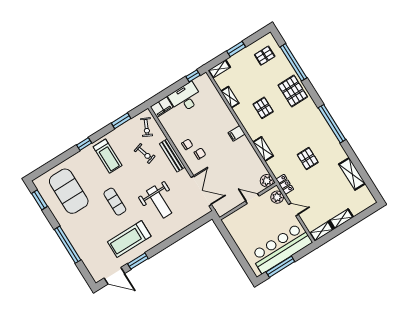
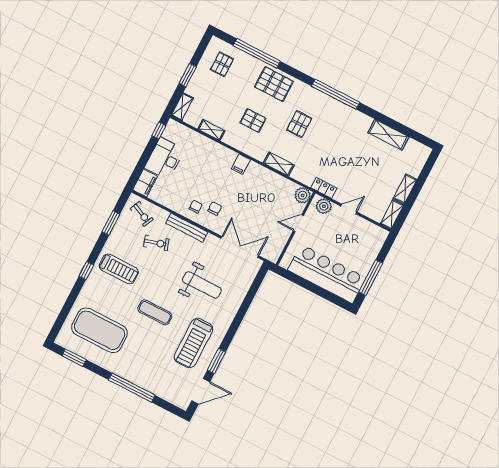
pallet: (308, 159) -> (299, 124), moved, turned 90
bar counter: (281, 248) -> (327, 274), moved, turned 90

